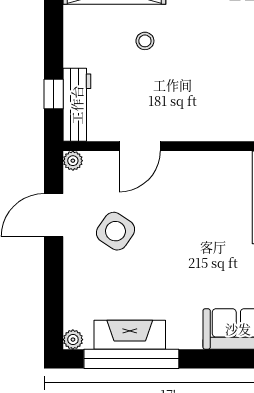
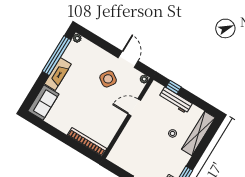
workbench: (77, 105) -> (175, 100), moved
door: (140, 146) -> (134, 107), hinge flipped
fireplace: (130, 335) -> (58, 74), moved

